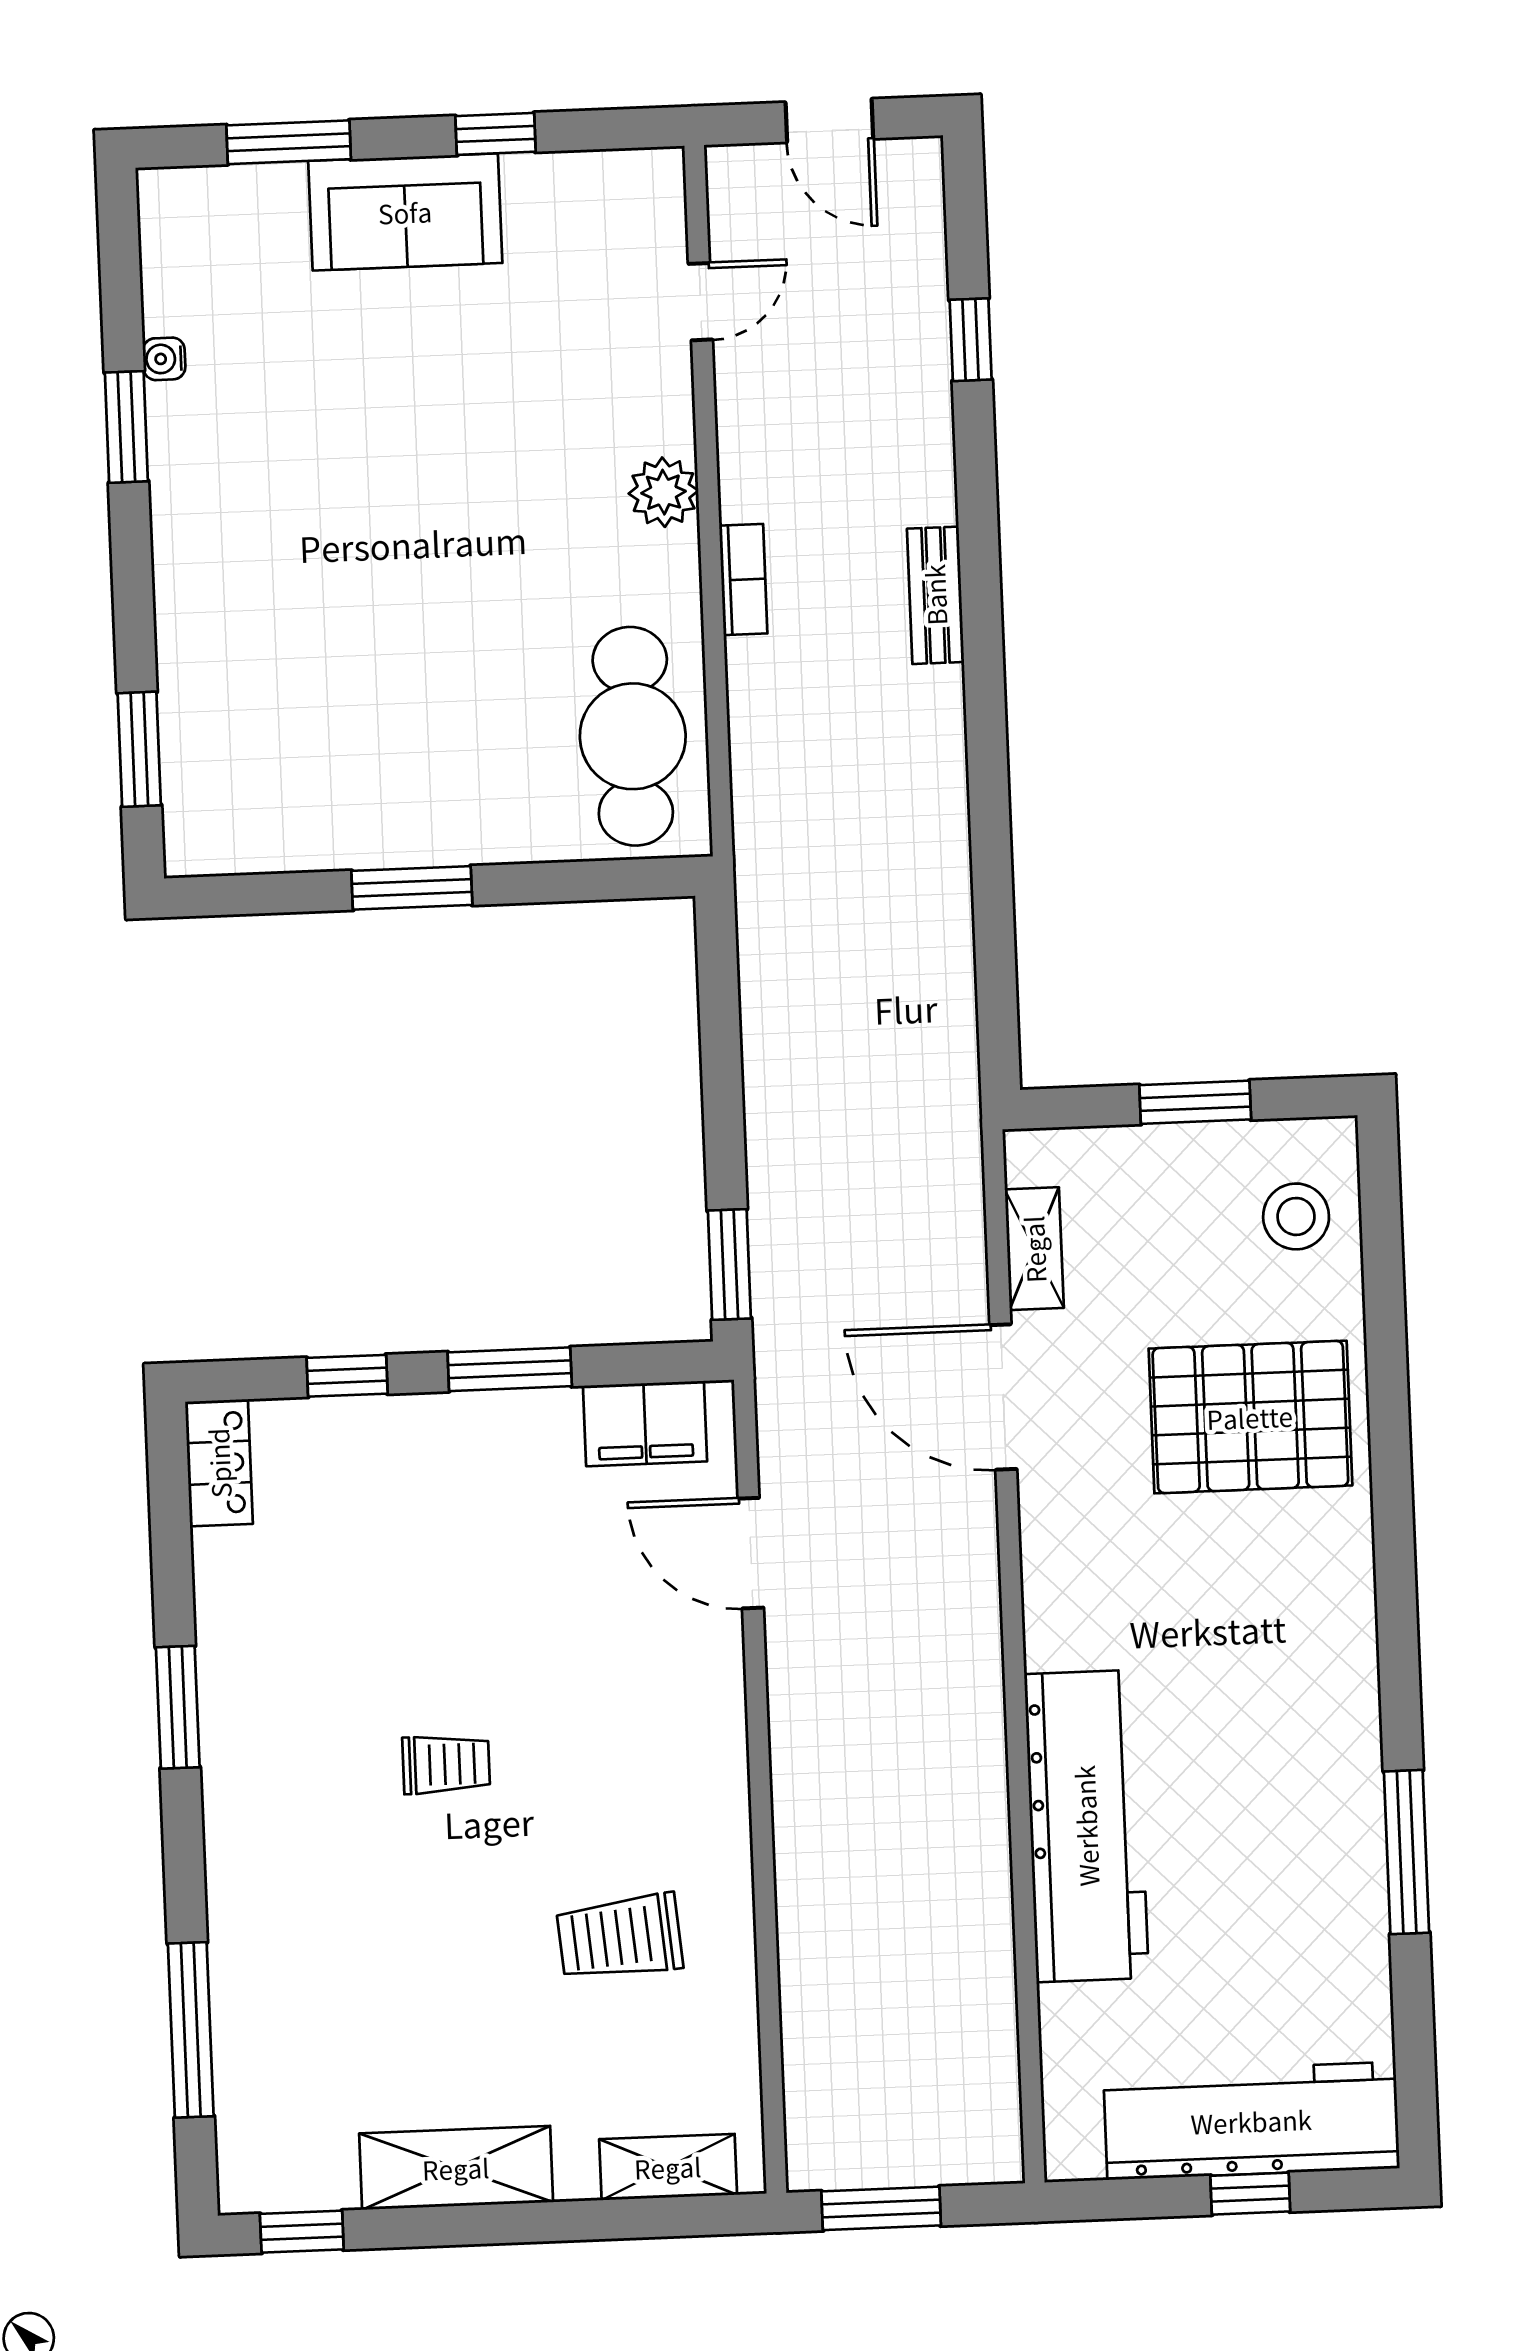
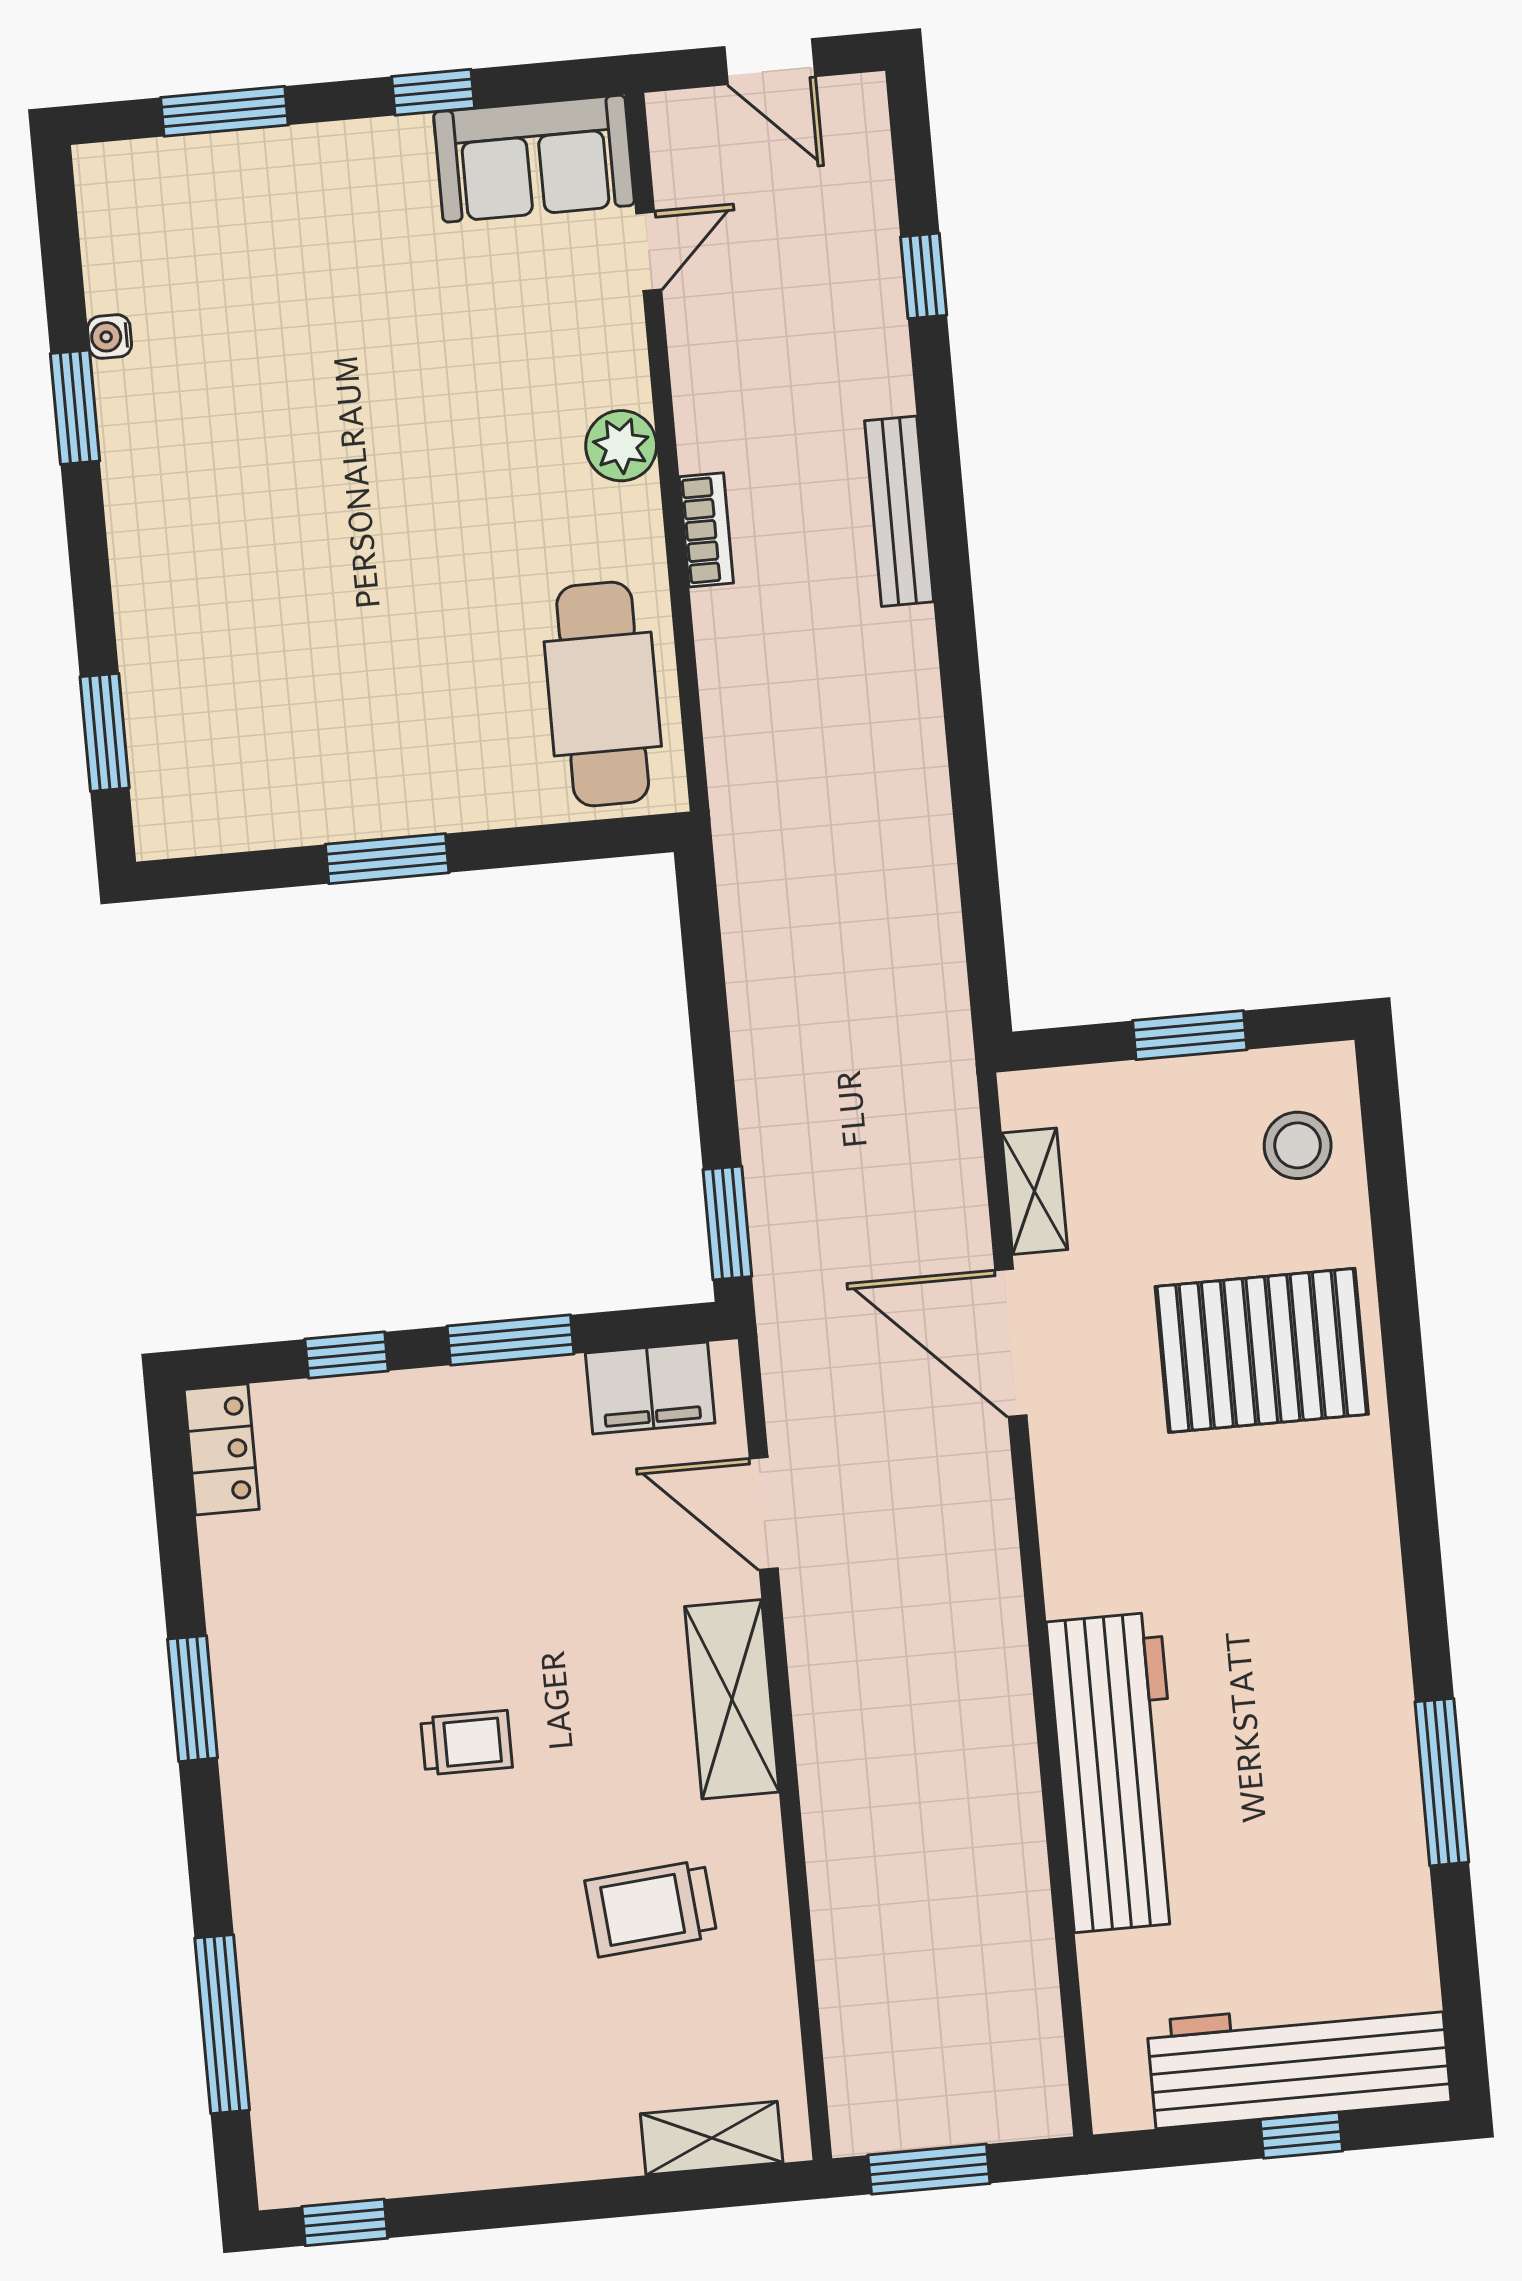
sofa: (405, 212) -> (534, 159), moved
bench: (935, 595) -> (899, 511), width x1.36
shelving: (456, 2168) -> (732, 1699), moved, turned 90

